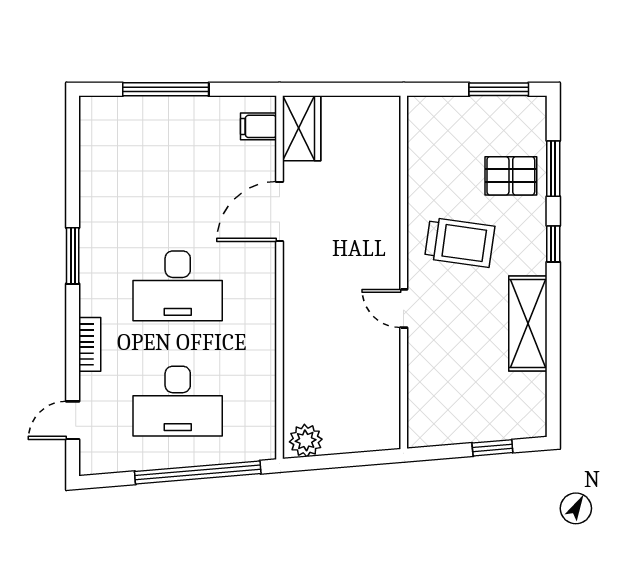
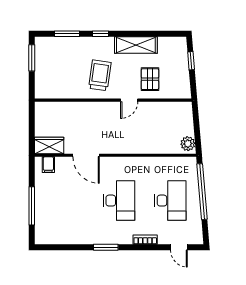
pallet: (511, 176) -> (150, 79), moved

